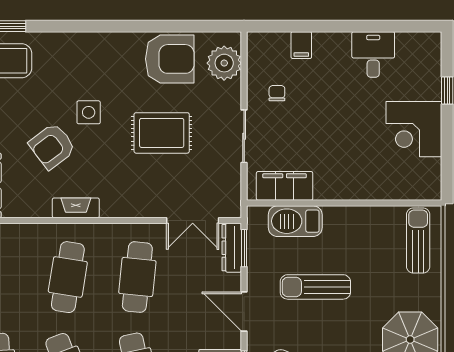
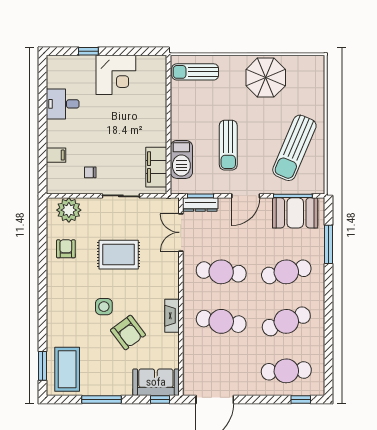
armchair: (170, 59) -> (66, 249), width x0.53, depth x0.53
rug: (162, 133) -> (119, 255), turned 90
double door: (193, 220) -> (181, 232), swing flipped

